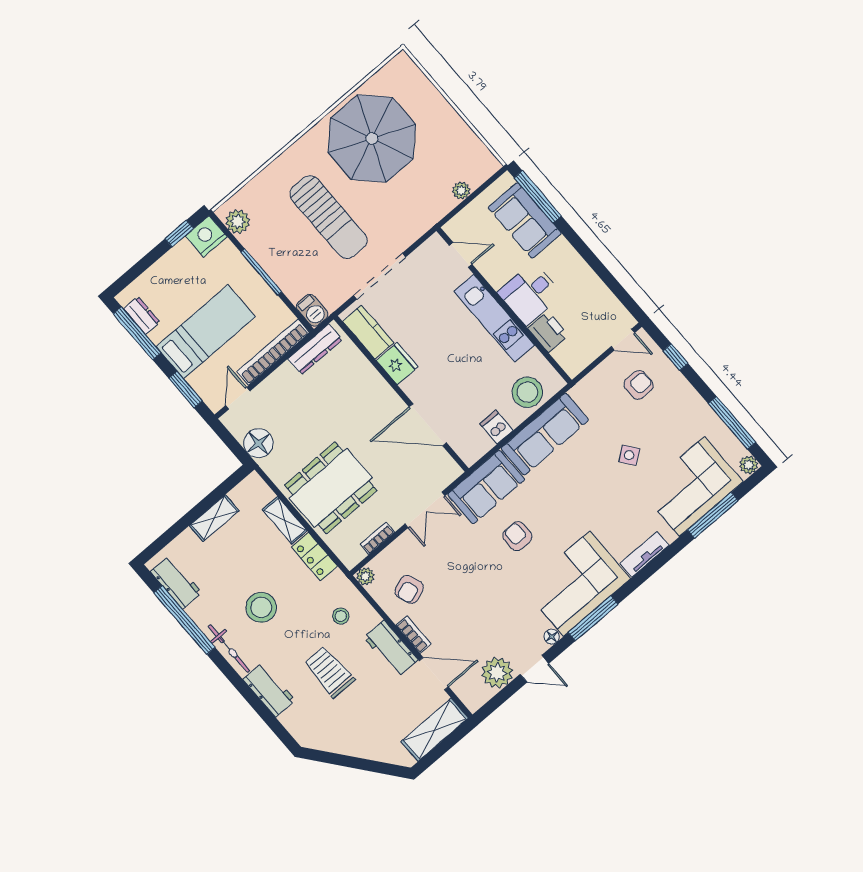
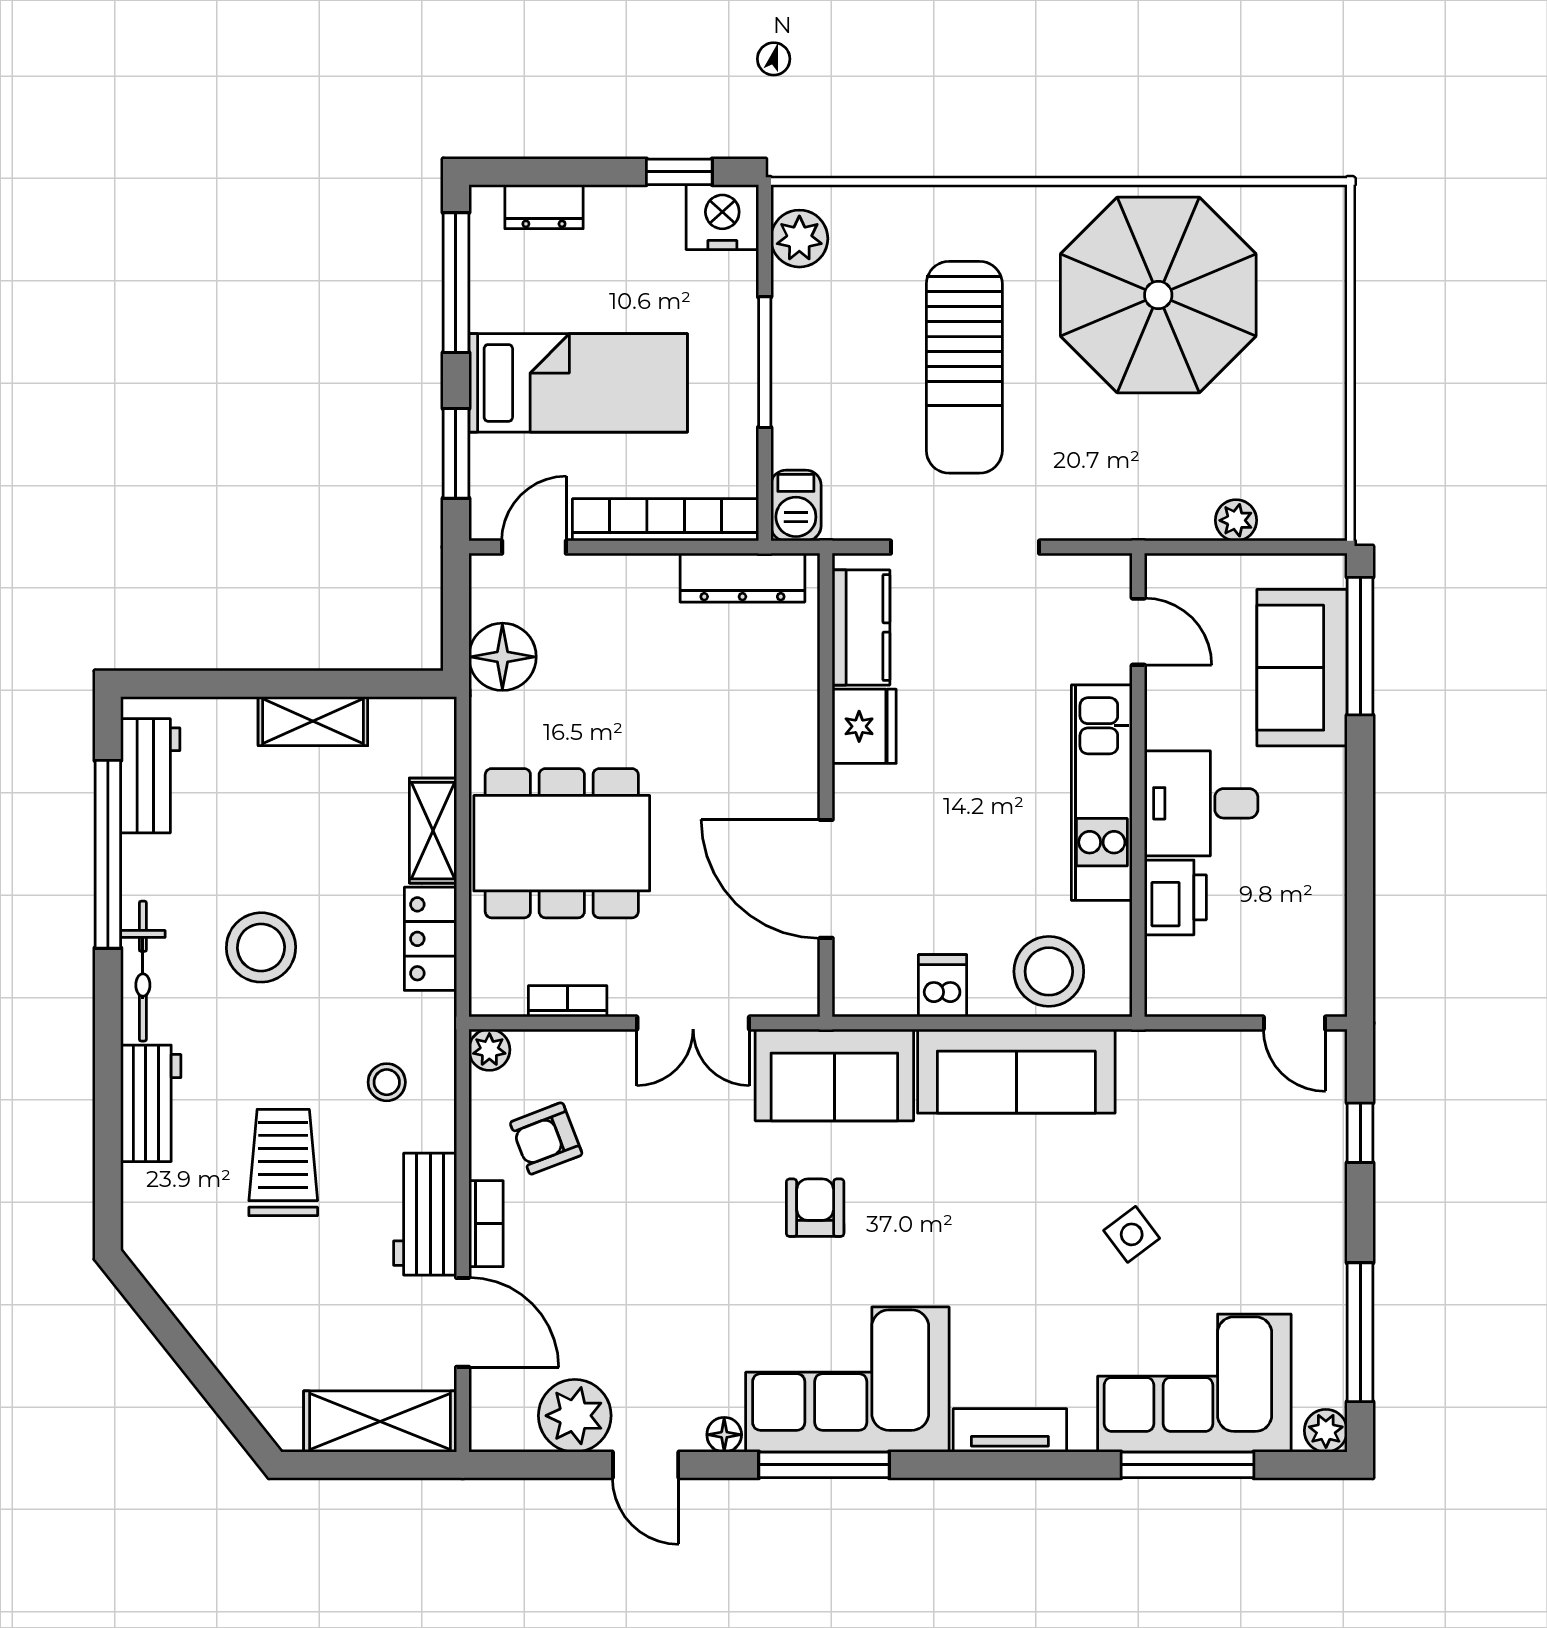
dresser: (142, 315) -> (544, 207), moved, turned 90
armchair: (639, 385) -> (1254, 1126), removed

